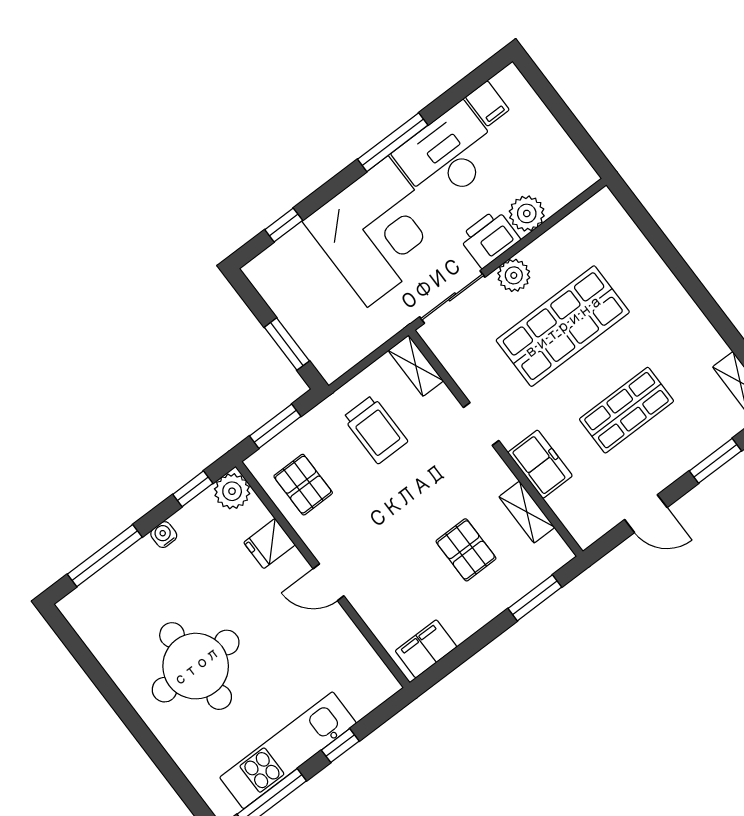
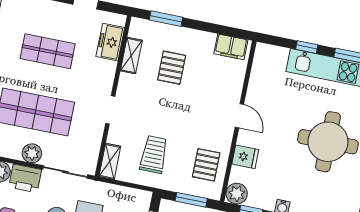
freezer: (540, 464) -> (110, 42), moved

